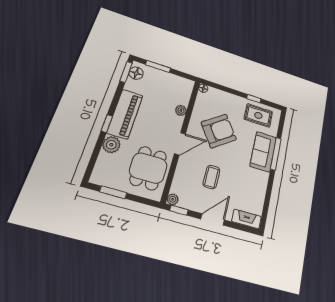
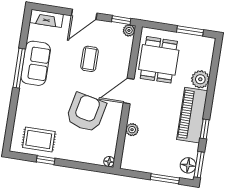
window: (107, 124) -> (205, 129), moved
armchair: (219, 131) -> (86, 113), turned 138
sofa: (263, 152) -> (36, 63), moved
window: (276, 154) -> (19, 68), moved

